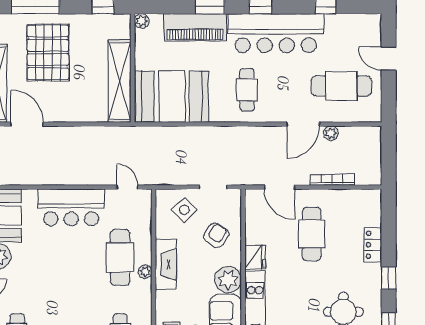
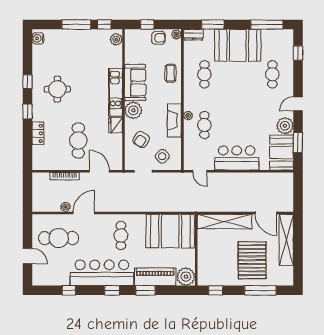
plant: (142, 21) -> (186, 277), width x1.88, depth x1.88
shelving: (120, 81) -> (225, 221), moved, turned 90
cafe table: (120, 257) -> (204, 125), width x0.73, depth x0.74

